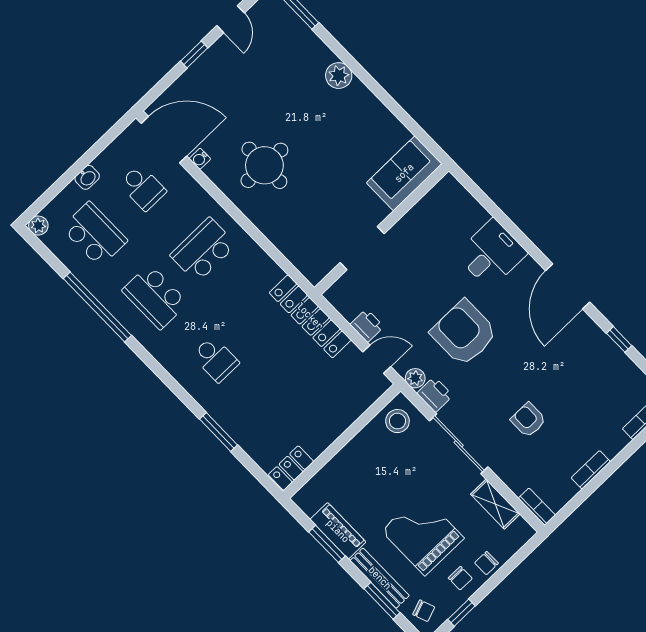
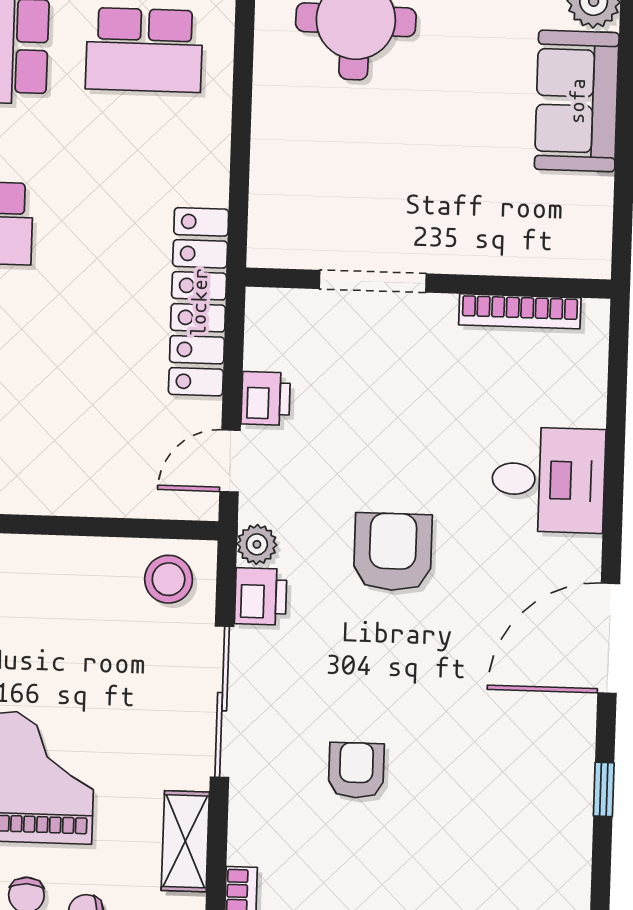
sofa: (404, 173) -> (577, 101), moved, turned -90
bookcase: (423, 207) -> (520, 311), added
school desk: (203, 250) -> (144, 50), turned 180
armchair: (464, 333) -> (393, 552), width x0.73, depth x0.73
door: (377, 359) -> (230, 461), swing flipped

